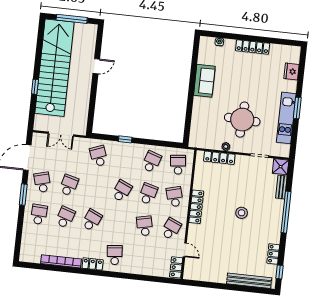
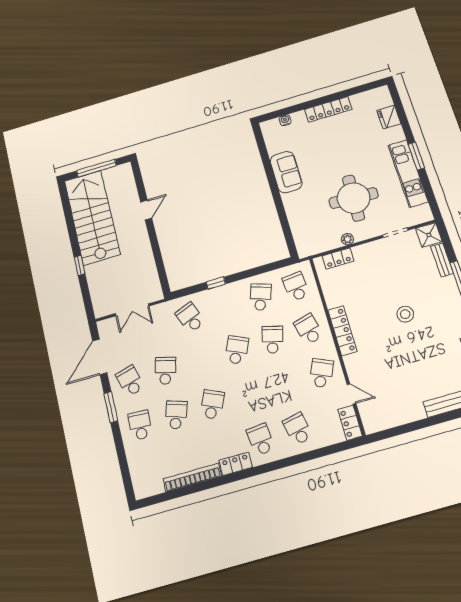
stairs: (54, 68) -> (92, 217), width x0.73
locker: (219, 158) -> (338, 258), width x0.66
school desk: (145, 226) -> (298, 429), moved

